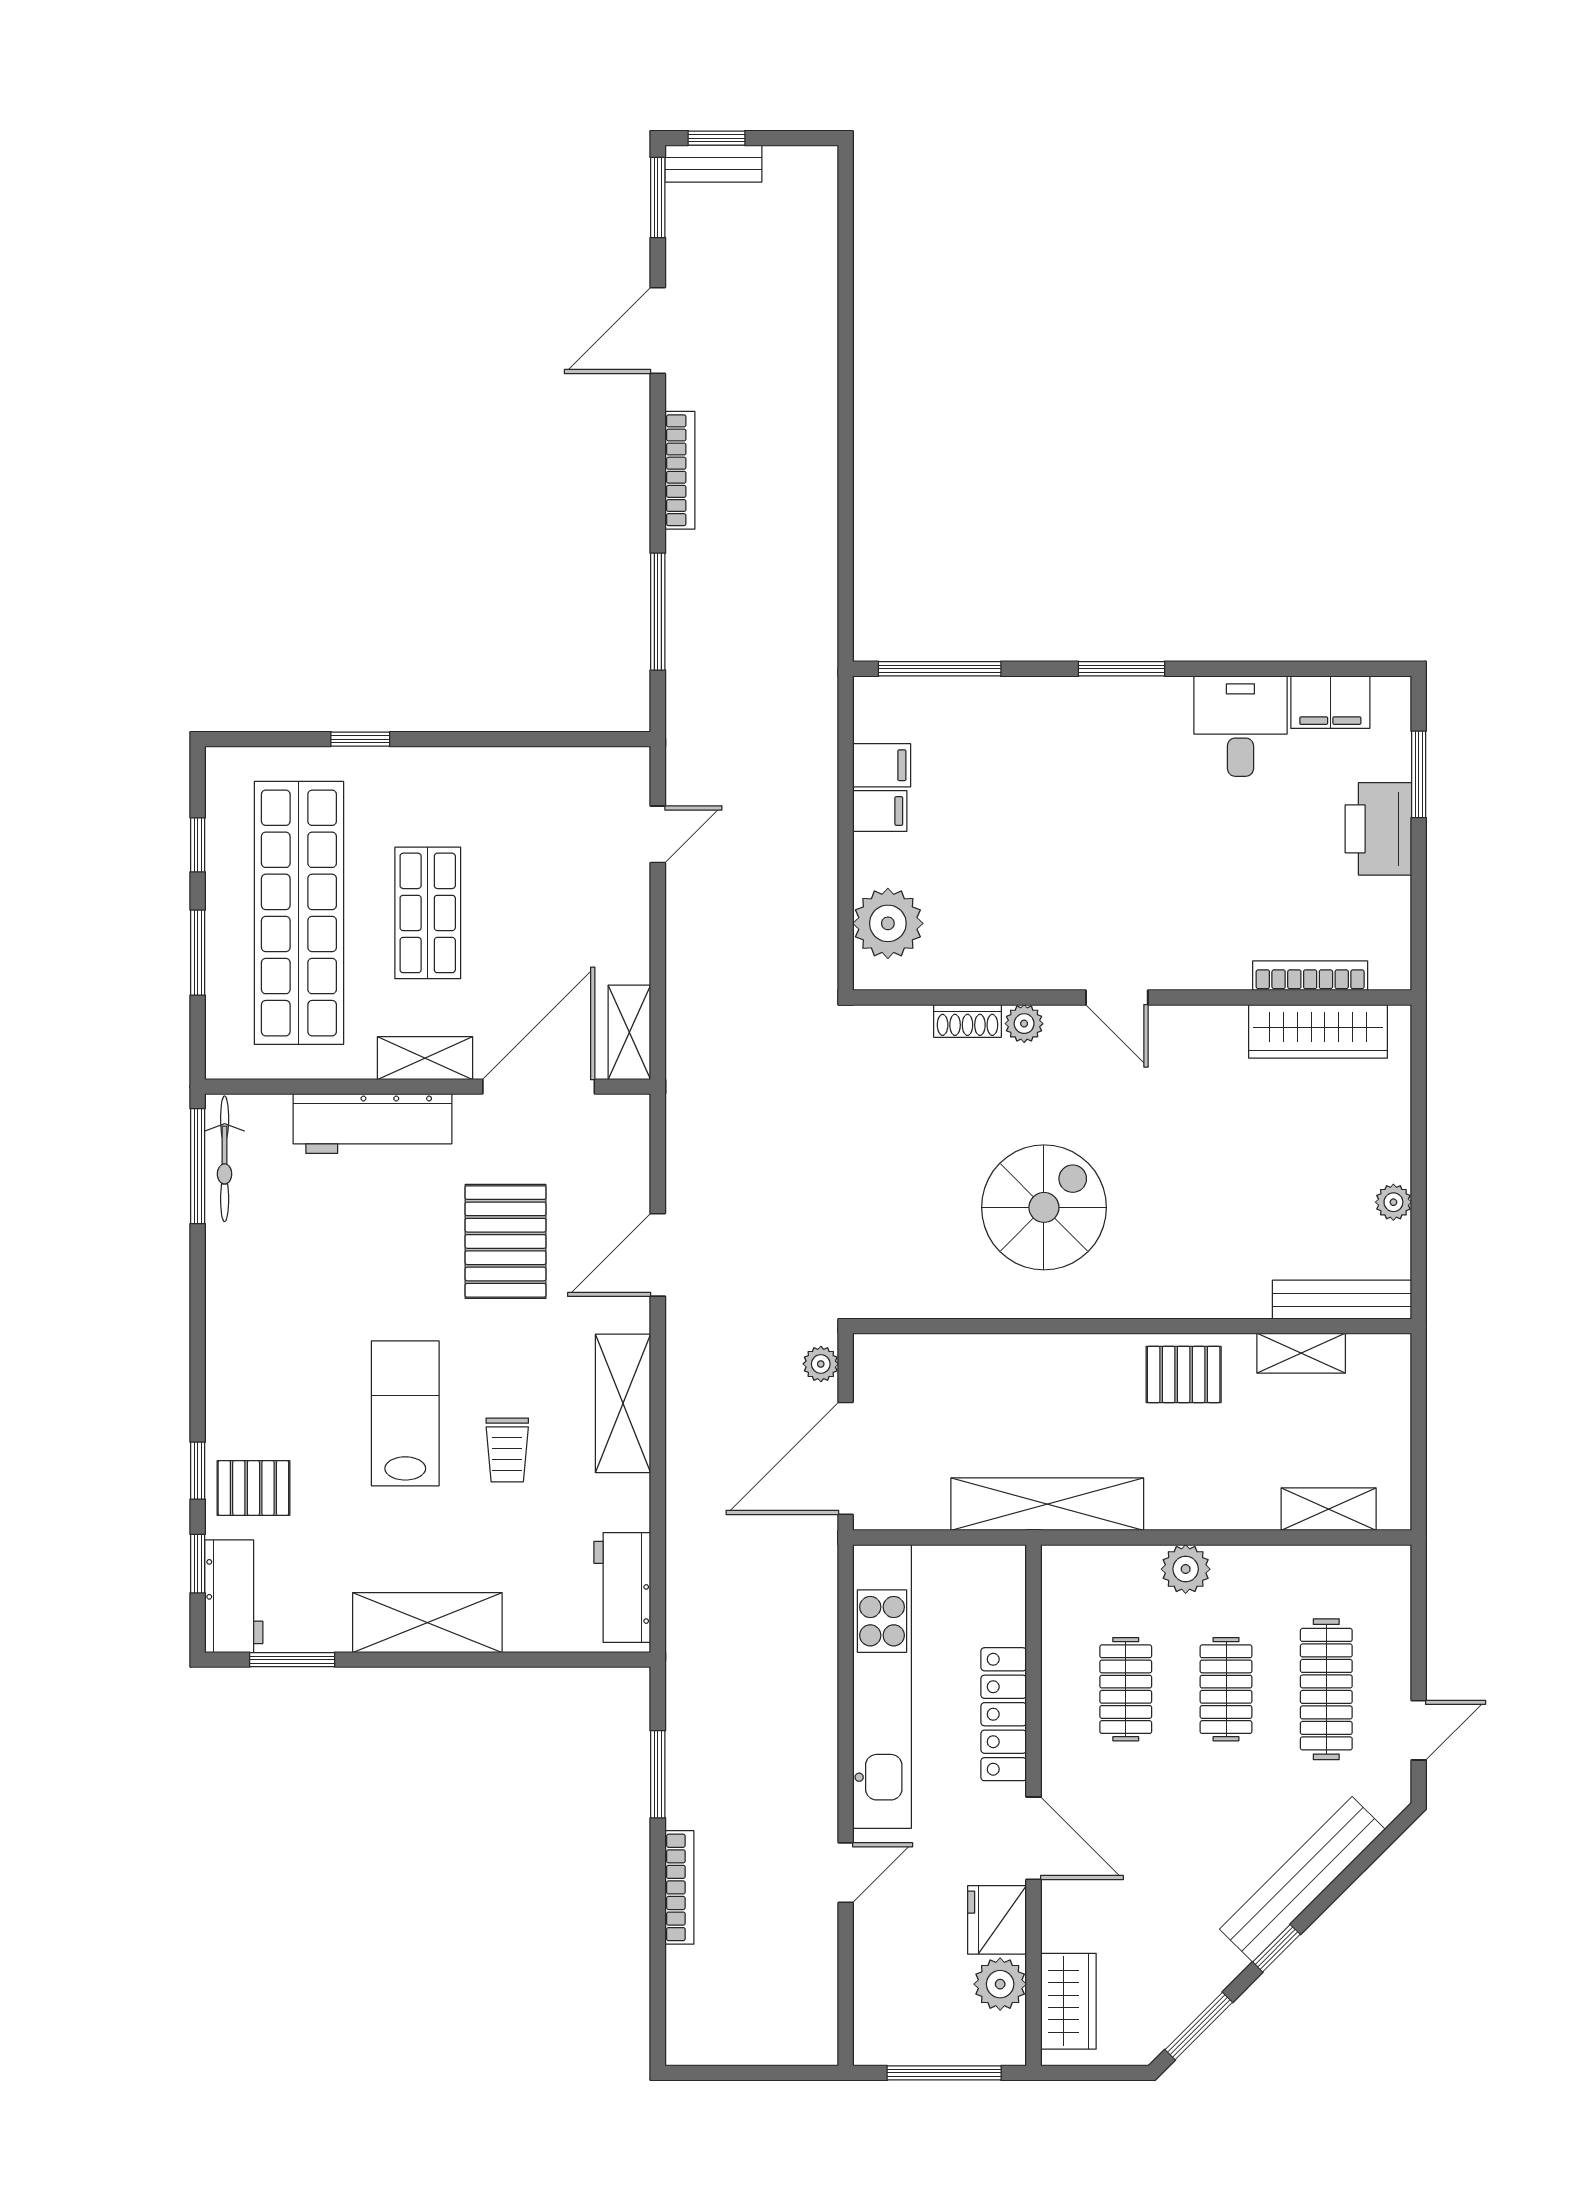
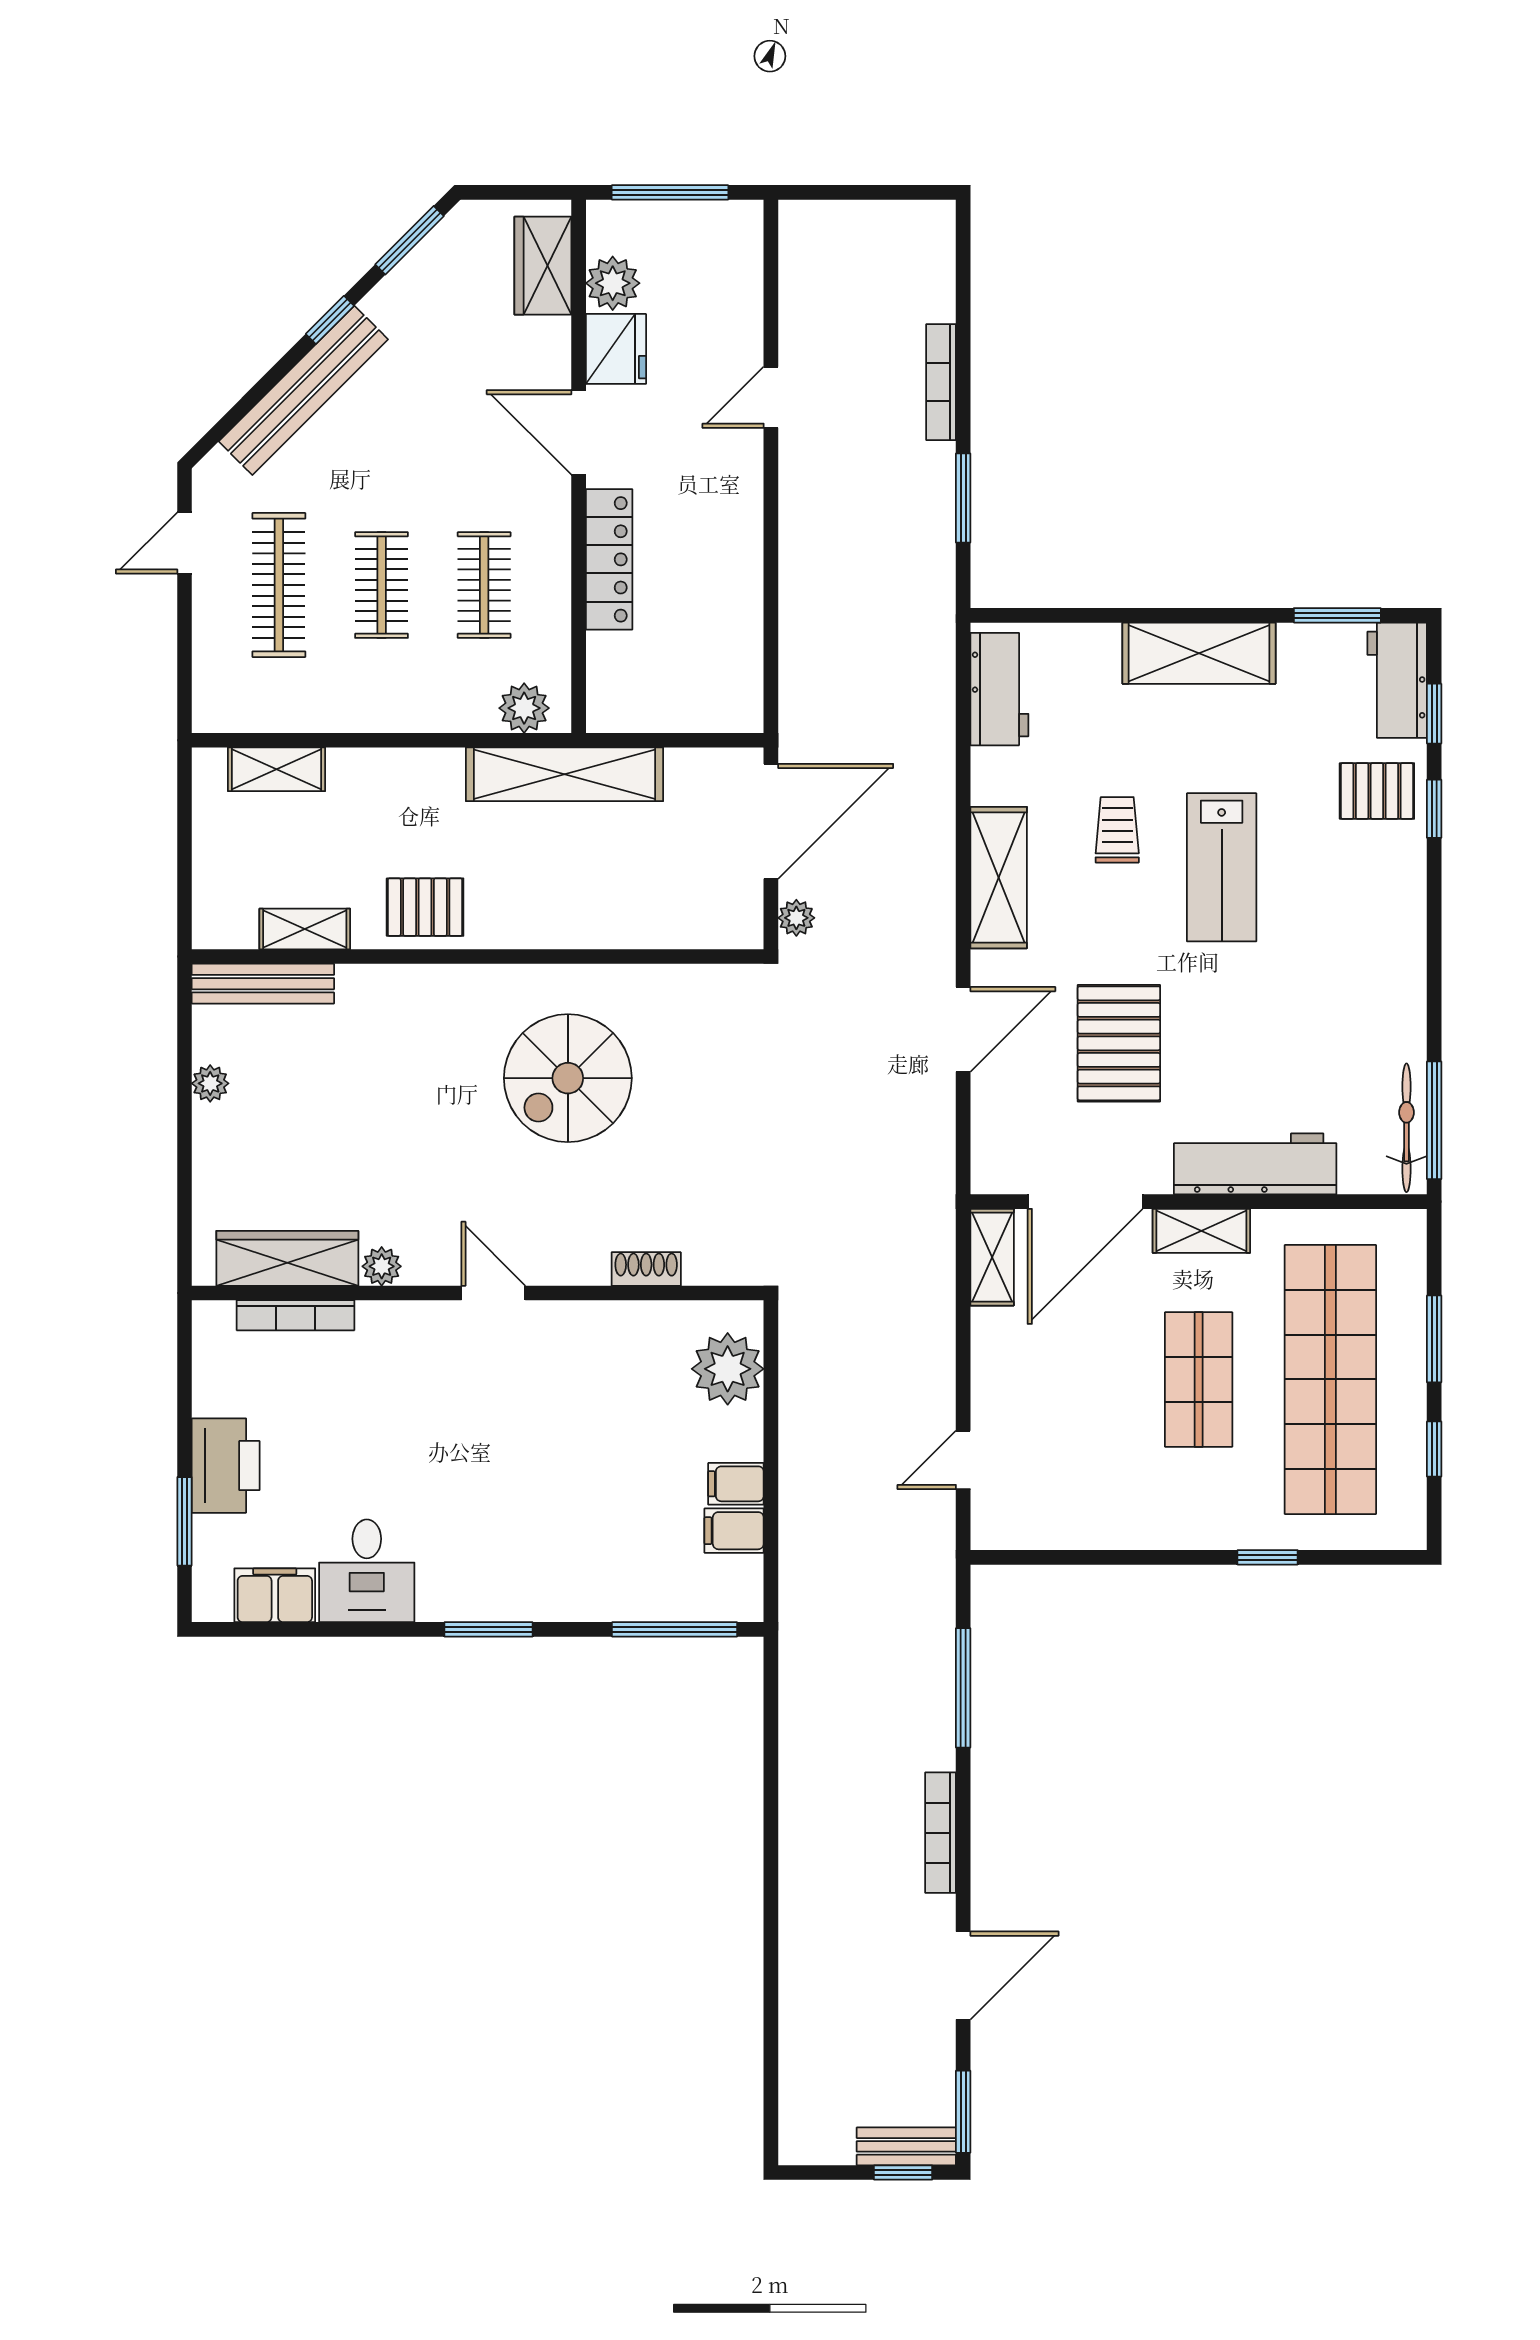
plant: (1024, 1024) -> (382, 1266), moved
plant: (1186, 1569) -> (524, 708), moved
kitchen unit: (882, 1686) -> (734, 588), removed

